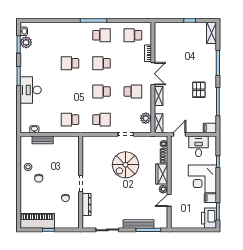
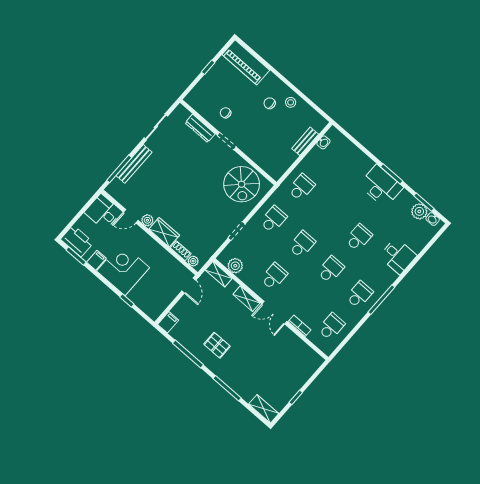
desk: (61, 33) -> (398, 256), added
school desk: (101, 35) -> (359, 295), turned 180
desk: (31, 90) -> (381, 186), moved
school desk: (133, 91) -> (274, 276), turned 180
school desk: (101, 120) -> (273, 219), turned 180
desk: (199, 146) -> (103, 212), moved, turned 180
spiral stairs: (125, 165) -> (242, 184), moved, turned 180
door: (169, 200) -> (131, 216), swing flipped
piano: (37, 221) -> (246, 62), moved, turned 90

